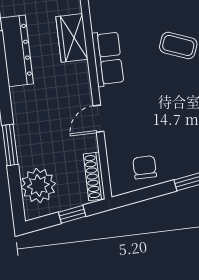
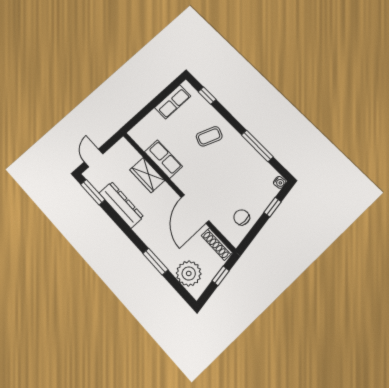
row of seats: (108, 58) -> (163, 159), moved
door: (99, 119) -> (195, 209), width x1.88

